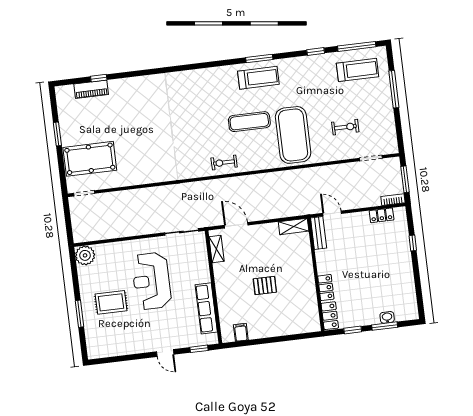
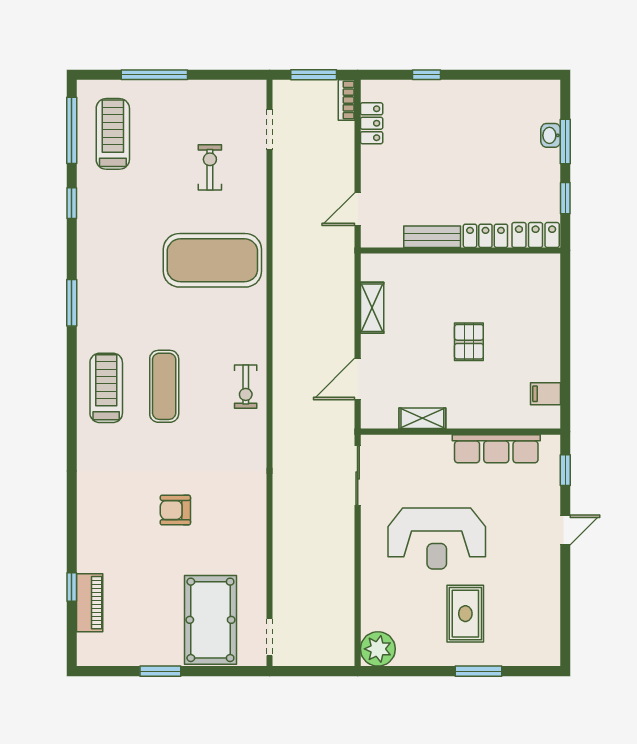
treadmill: (258, 78) -> (106, 388), moved
exercise mat: (249, 122) -> (164, 386), moved
armchair: (149, 131) -> (175, 510), added
shelving: (294, 226) -> (372, 308), moved
bench: (319, 233) -> (432, 237), moved
shelving: (216, 249) -> (422, 418), moved

